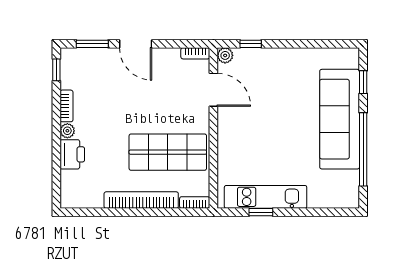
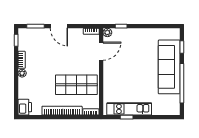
door: (213, 90) -> (101, 51), hinge flipped
printer: (72, 154) -> (25, 107), moved

